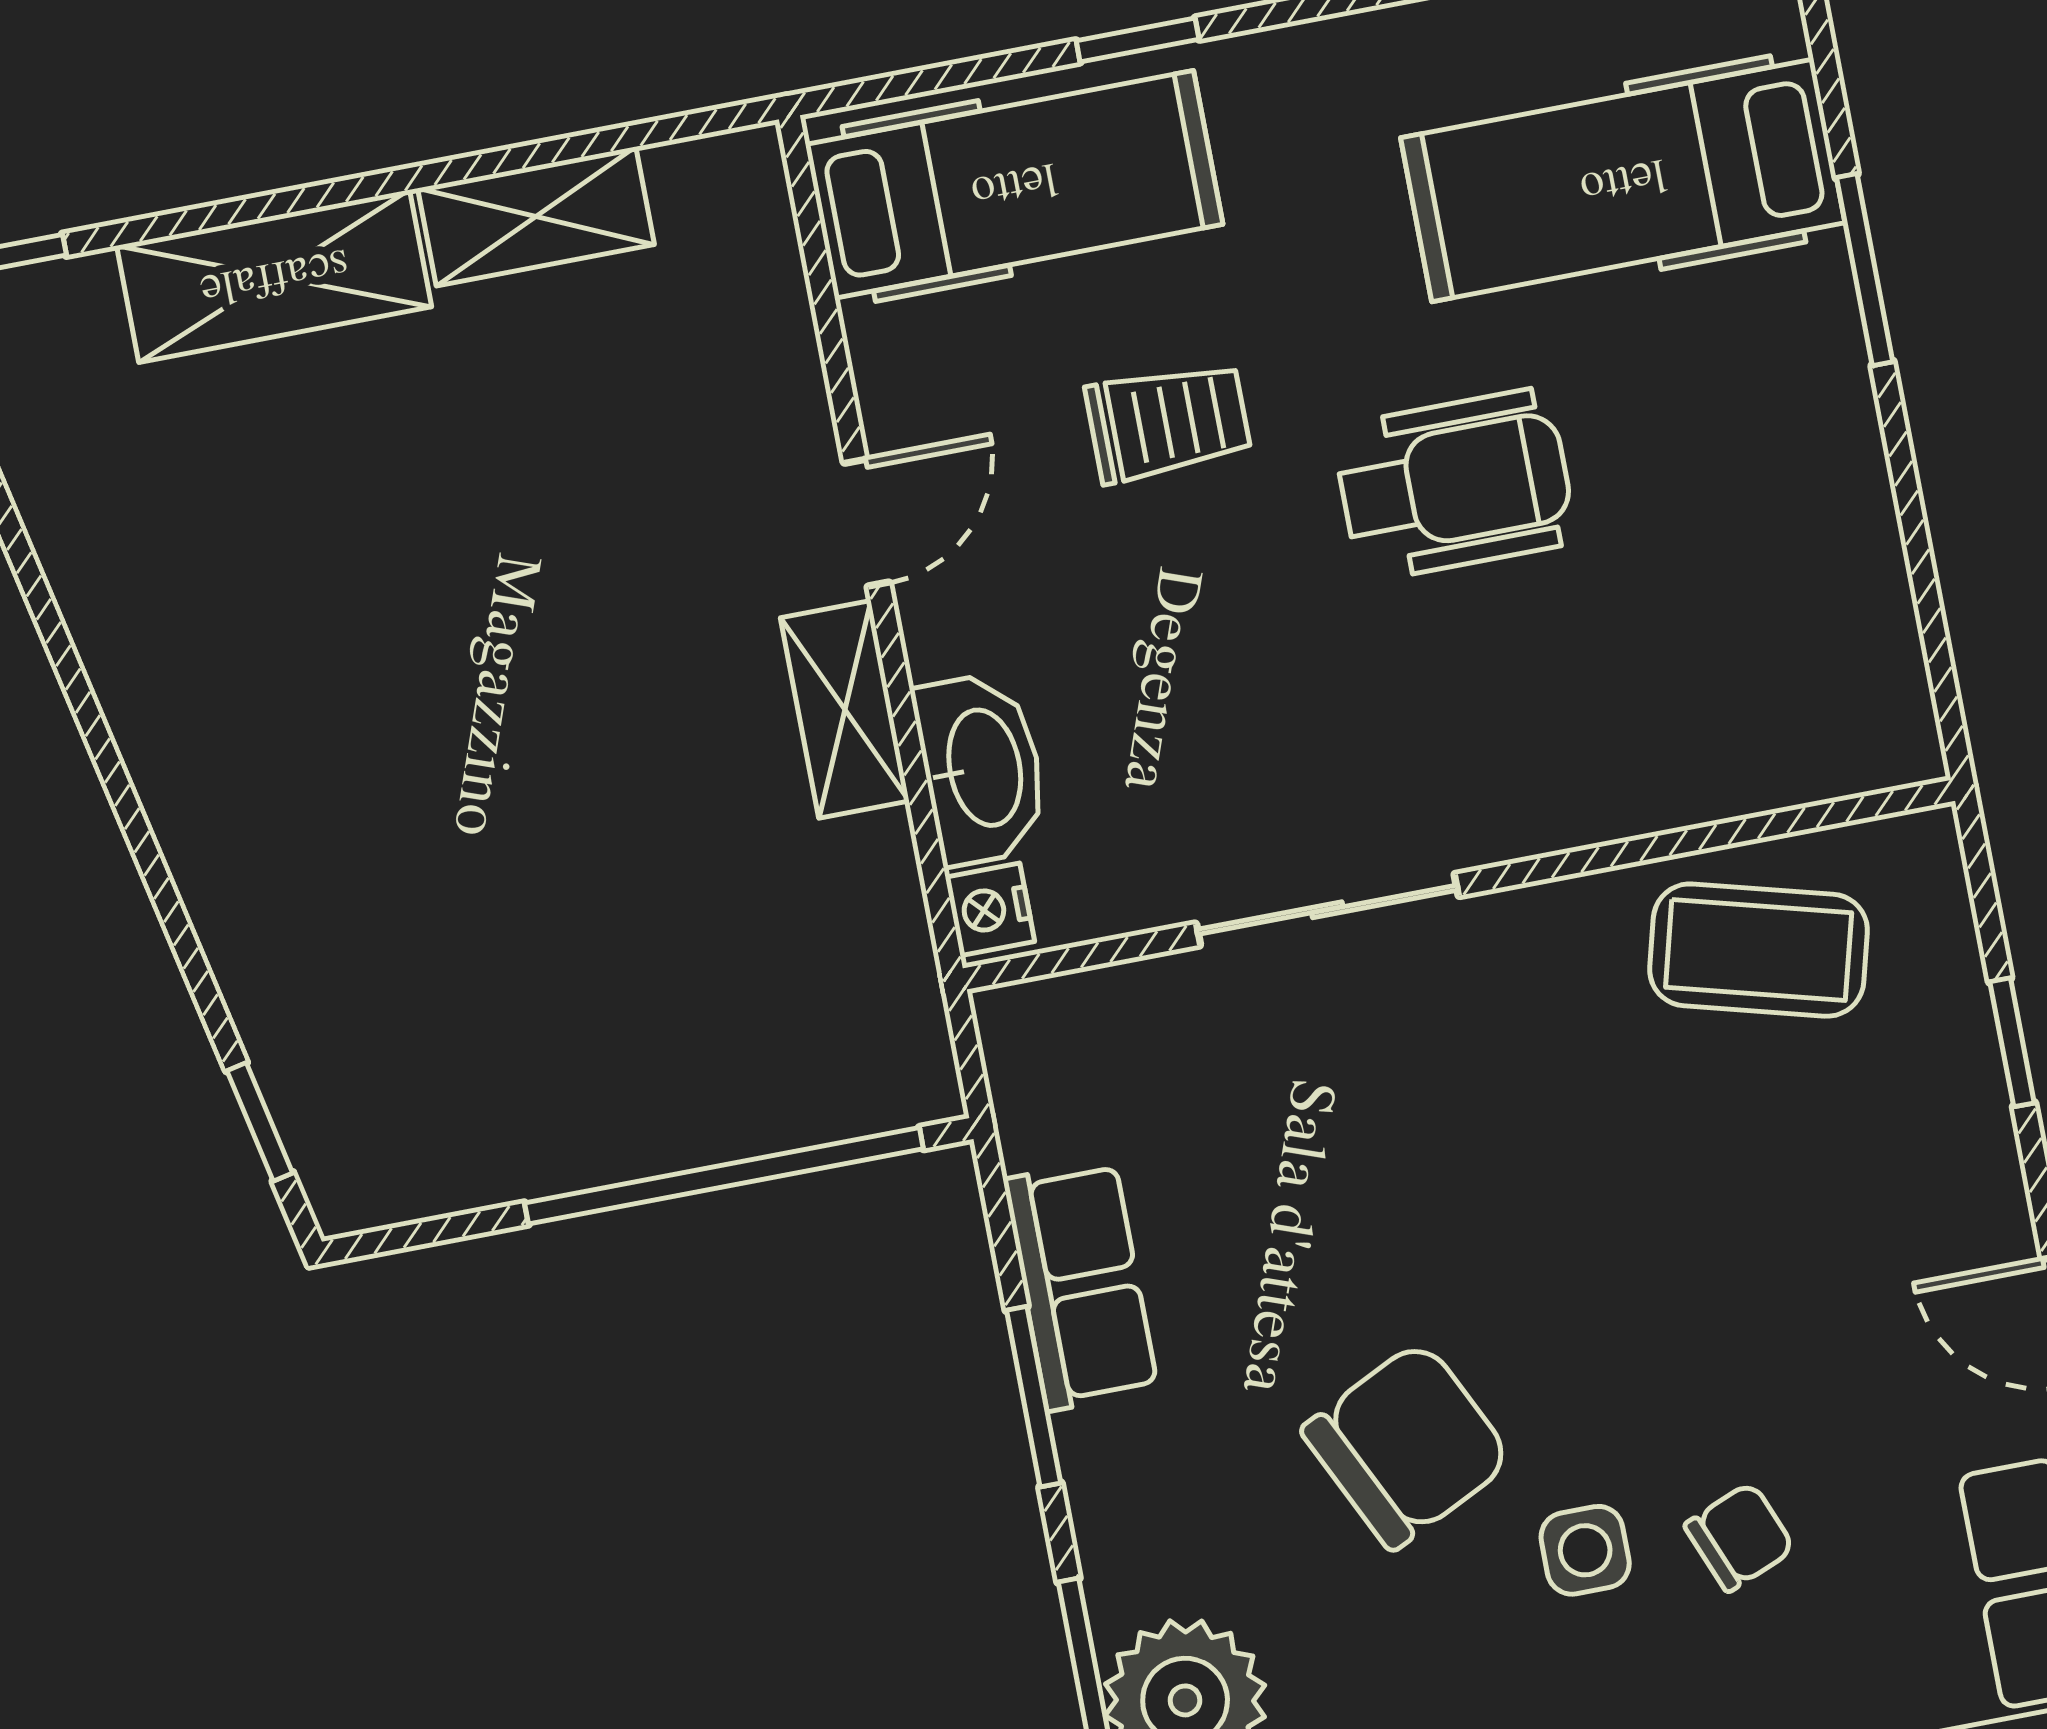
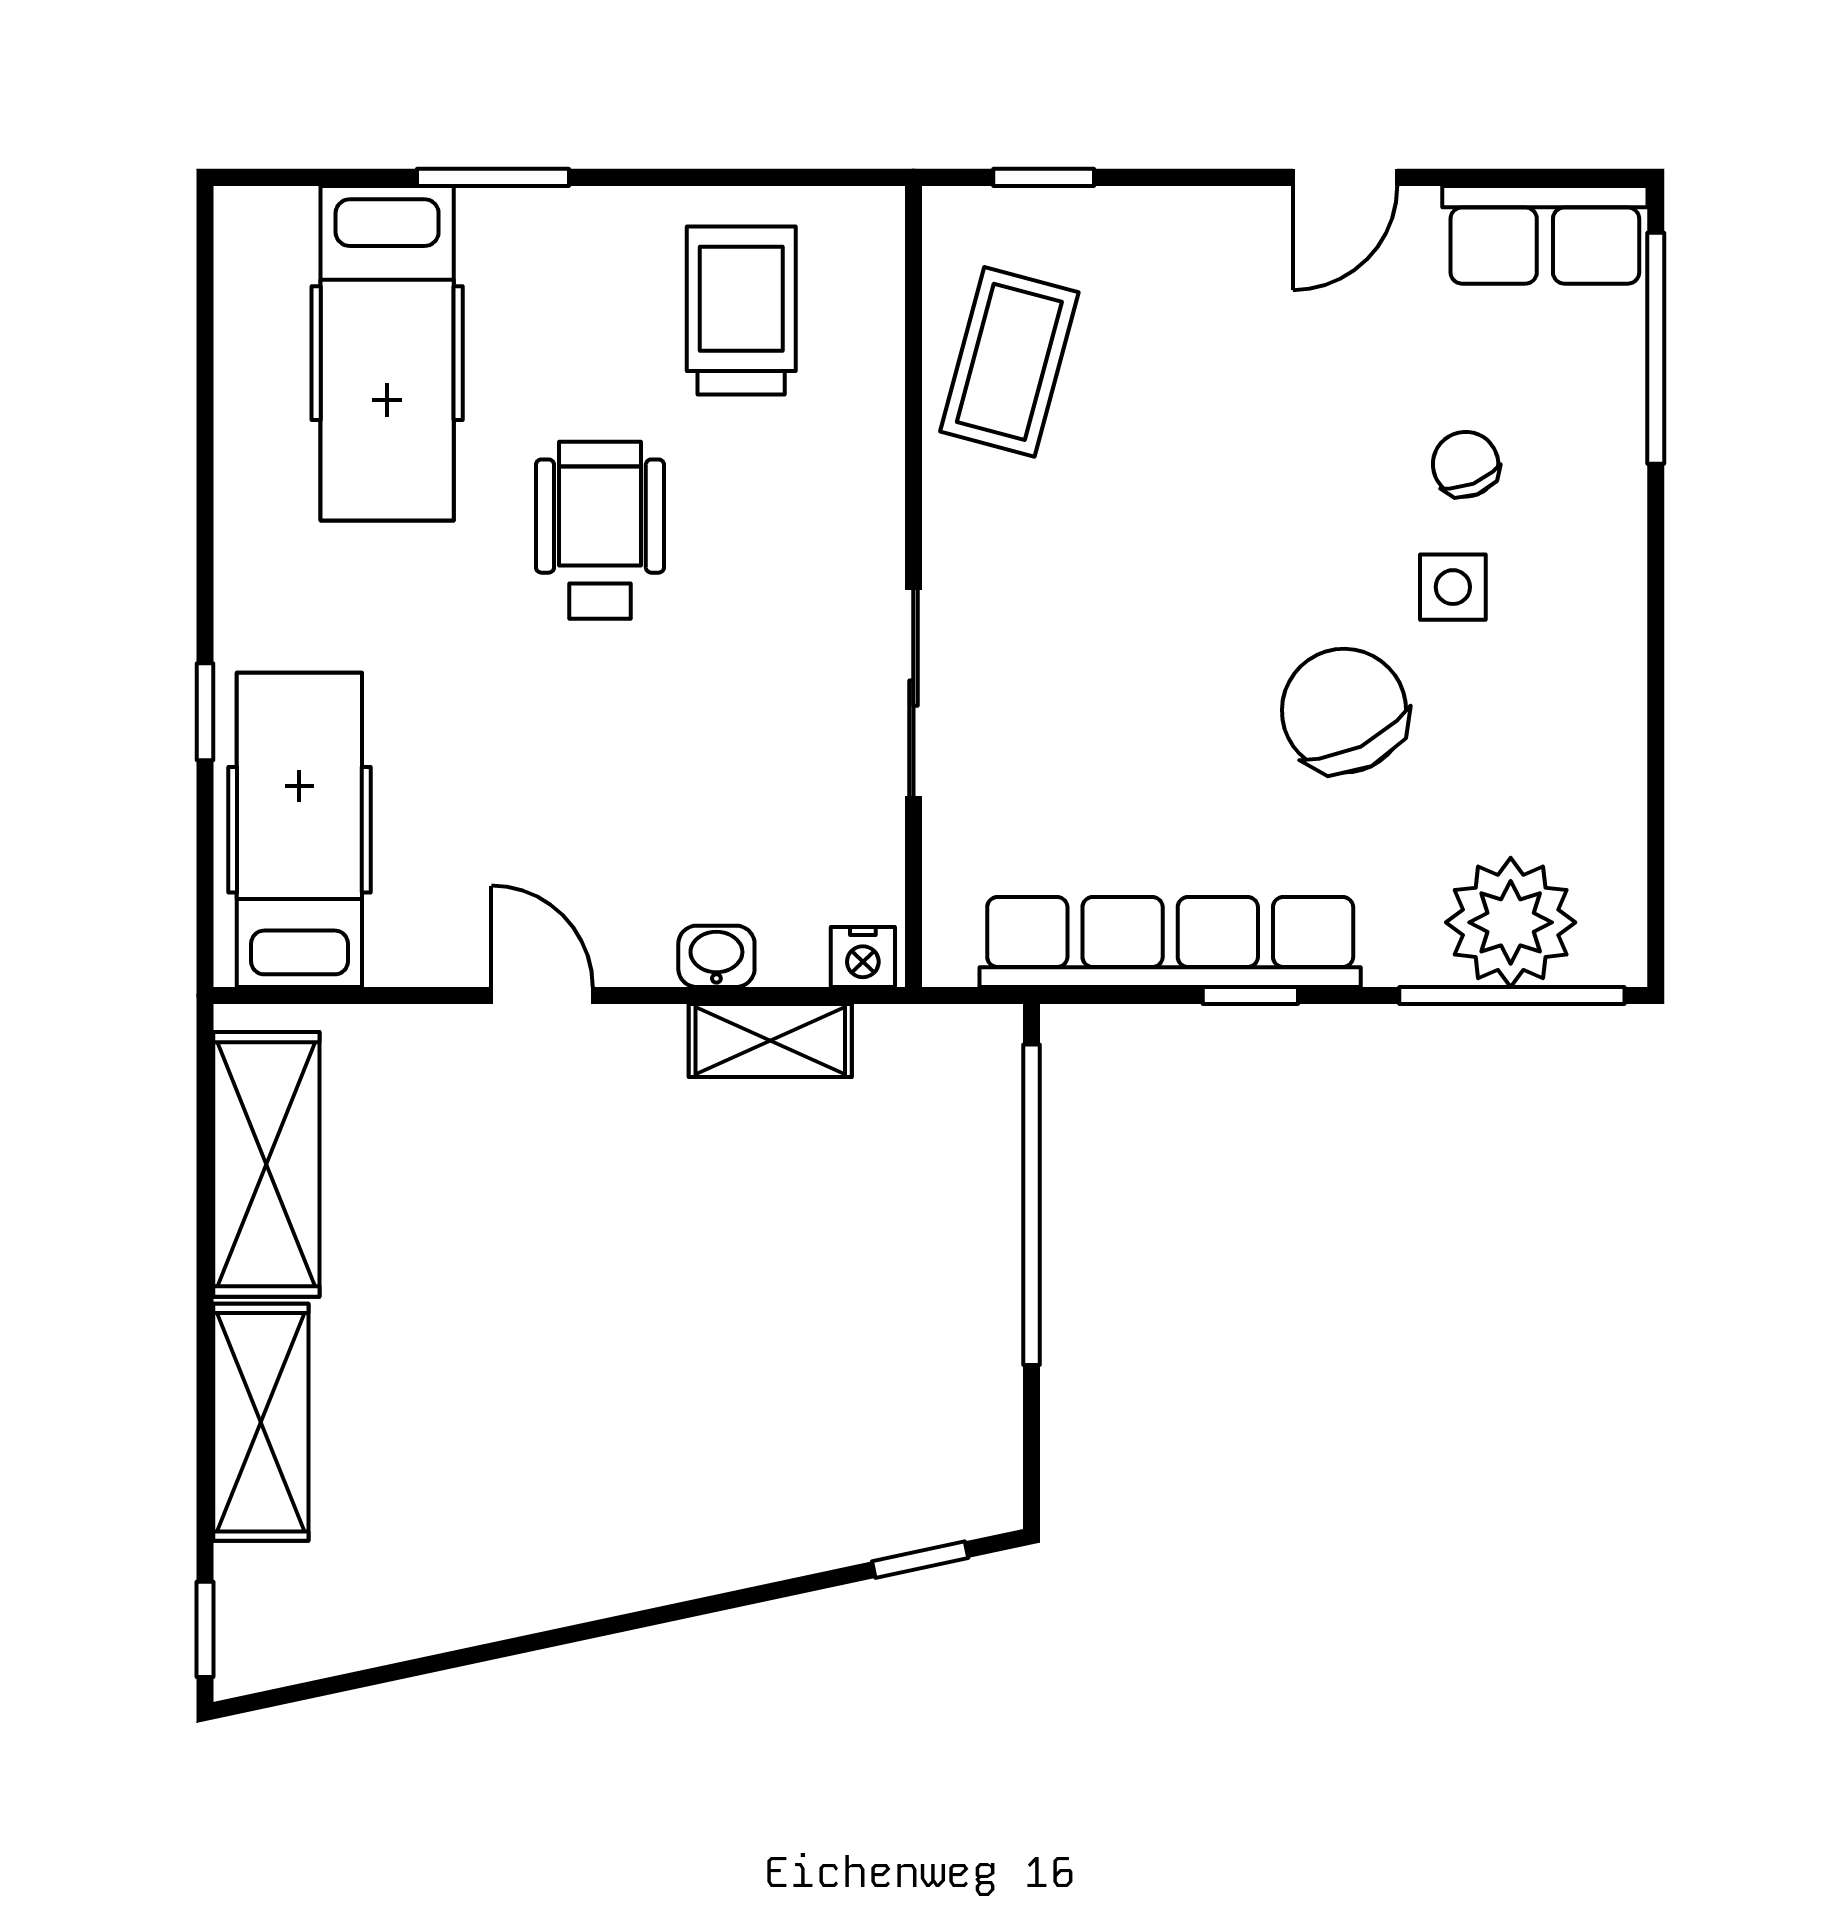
shelving: (536, 216) -> (266, 1164), width x1.50, depth x1.33
trolley: (1168, 422) -> (741, 310), moved, width x1.36, depth x1.39
shelving: (845, 709) -> (770, 1041), moved
washbasin: (981, 768) -> (716, 956), width x0.52, depth x0.69
window: (2012, 1042) -> (1044, 177), moved
row of seats: (1081, 1285) -> (1170, 942), width x2.02
window: (1034, 1397) -> (1250, 996), width x0.67

